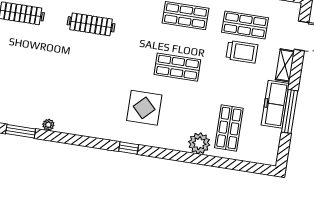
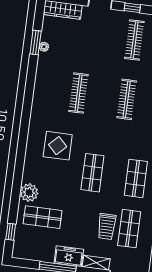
clothes rail: (82, 82) -> (78, 93), added
freezer: (275, 104) -> (69, 256), width x0.71
plant: (48, 125) -> (44, 47), moved
window: (129, 148) -> (11, 232), moved

